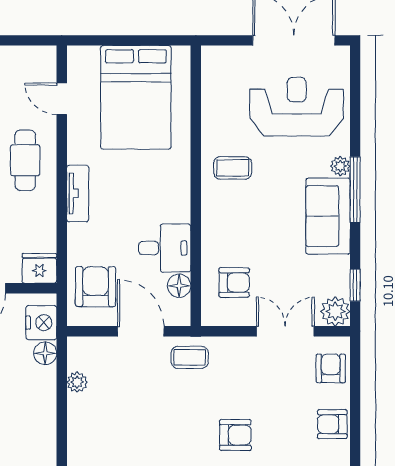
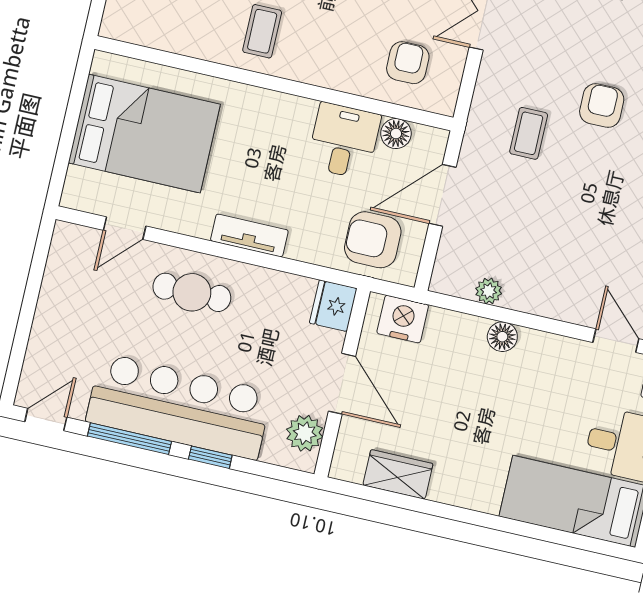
floor lamp: (45, 353) -> (502, 337), moved
coffee table: (190, 357) -> (529, 133), moved

